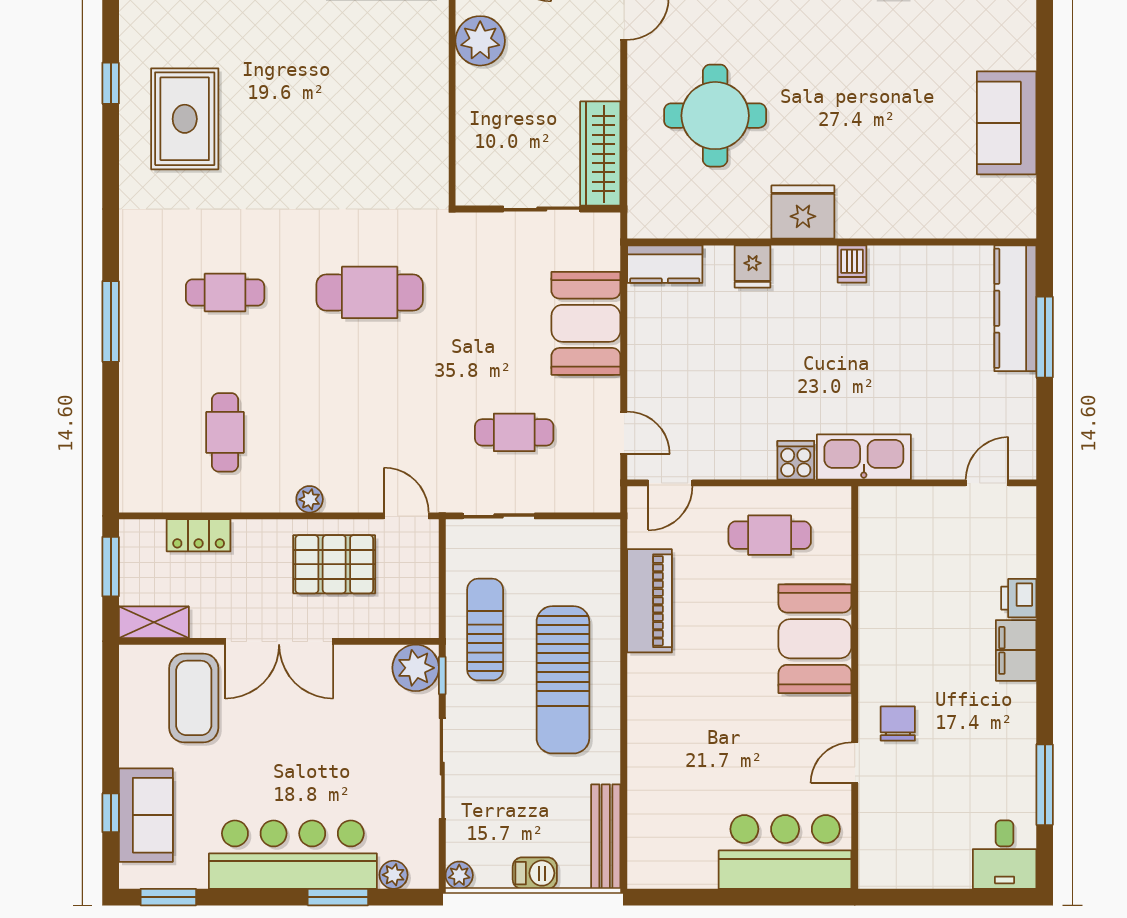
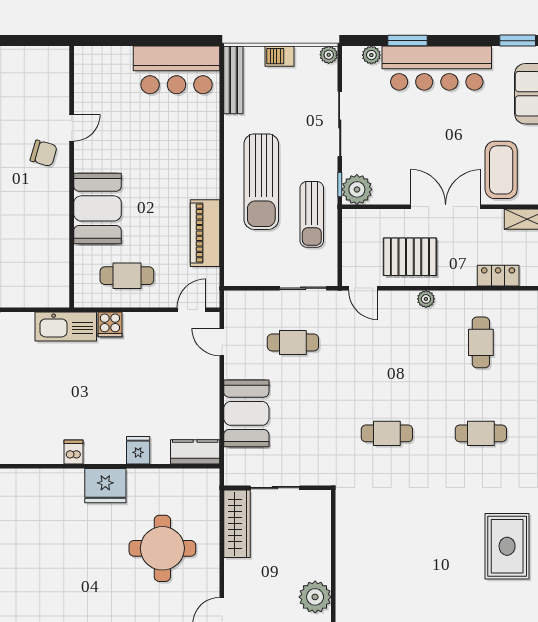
cafe table: (370, 292) -> (387, 433), width x0.73, depth x0.74
sun lounger: (563, 680) -> (261, 182), turned 180
chair: (898, 724) -> (44, 153), turned -74
bar counter: (785, 852) -> (176, 70), moved

